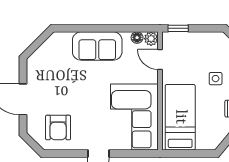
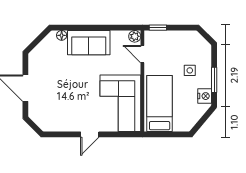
floor lamp: (137, 38) -> (62, 35), moved
armchair: (58, 128) -> (55, 112), removed

